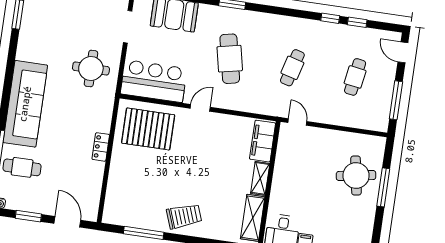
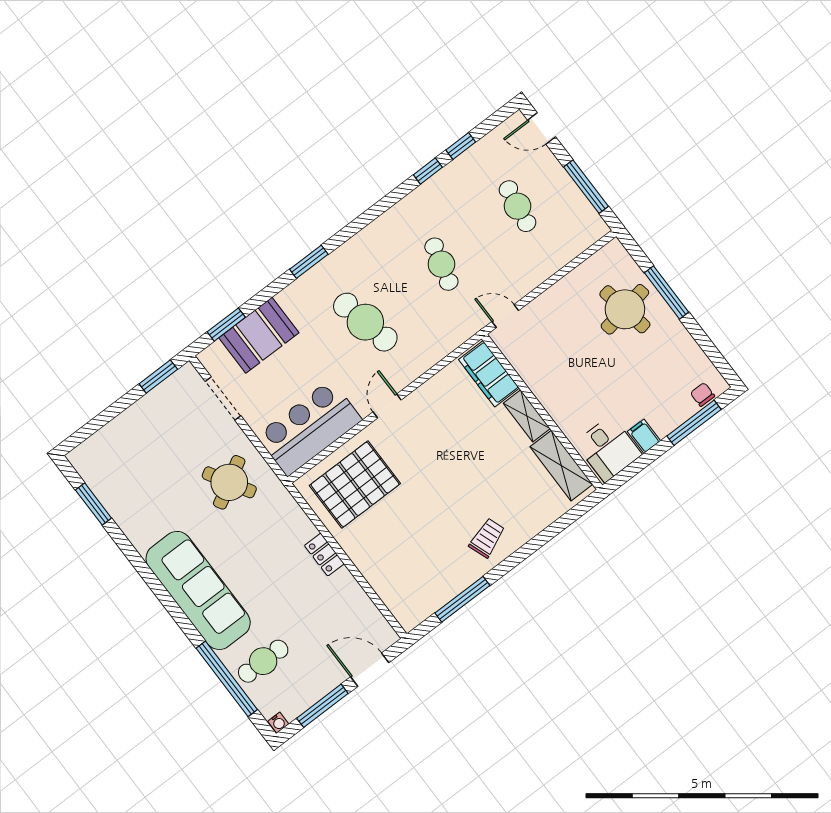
round table: (91, 68) -> (229, 482), turned -30
window: (28, 216) -> (322, 706), width x1.44
trolley: (184, 216) -> (487, 538), width x0.73, depth x0.72

